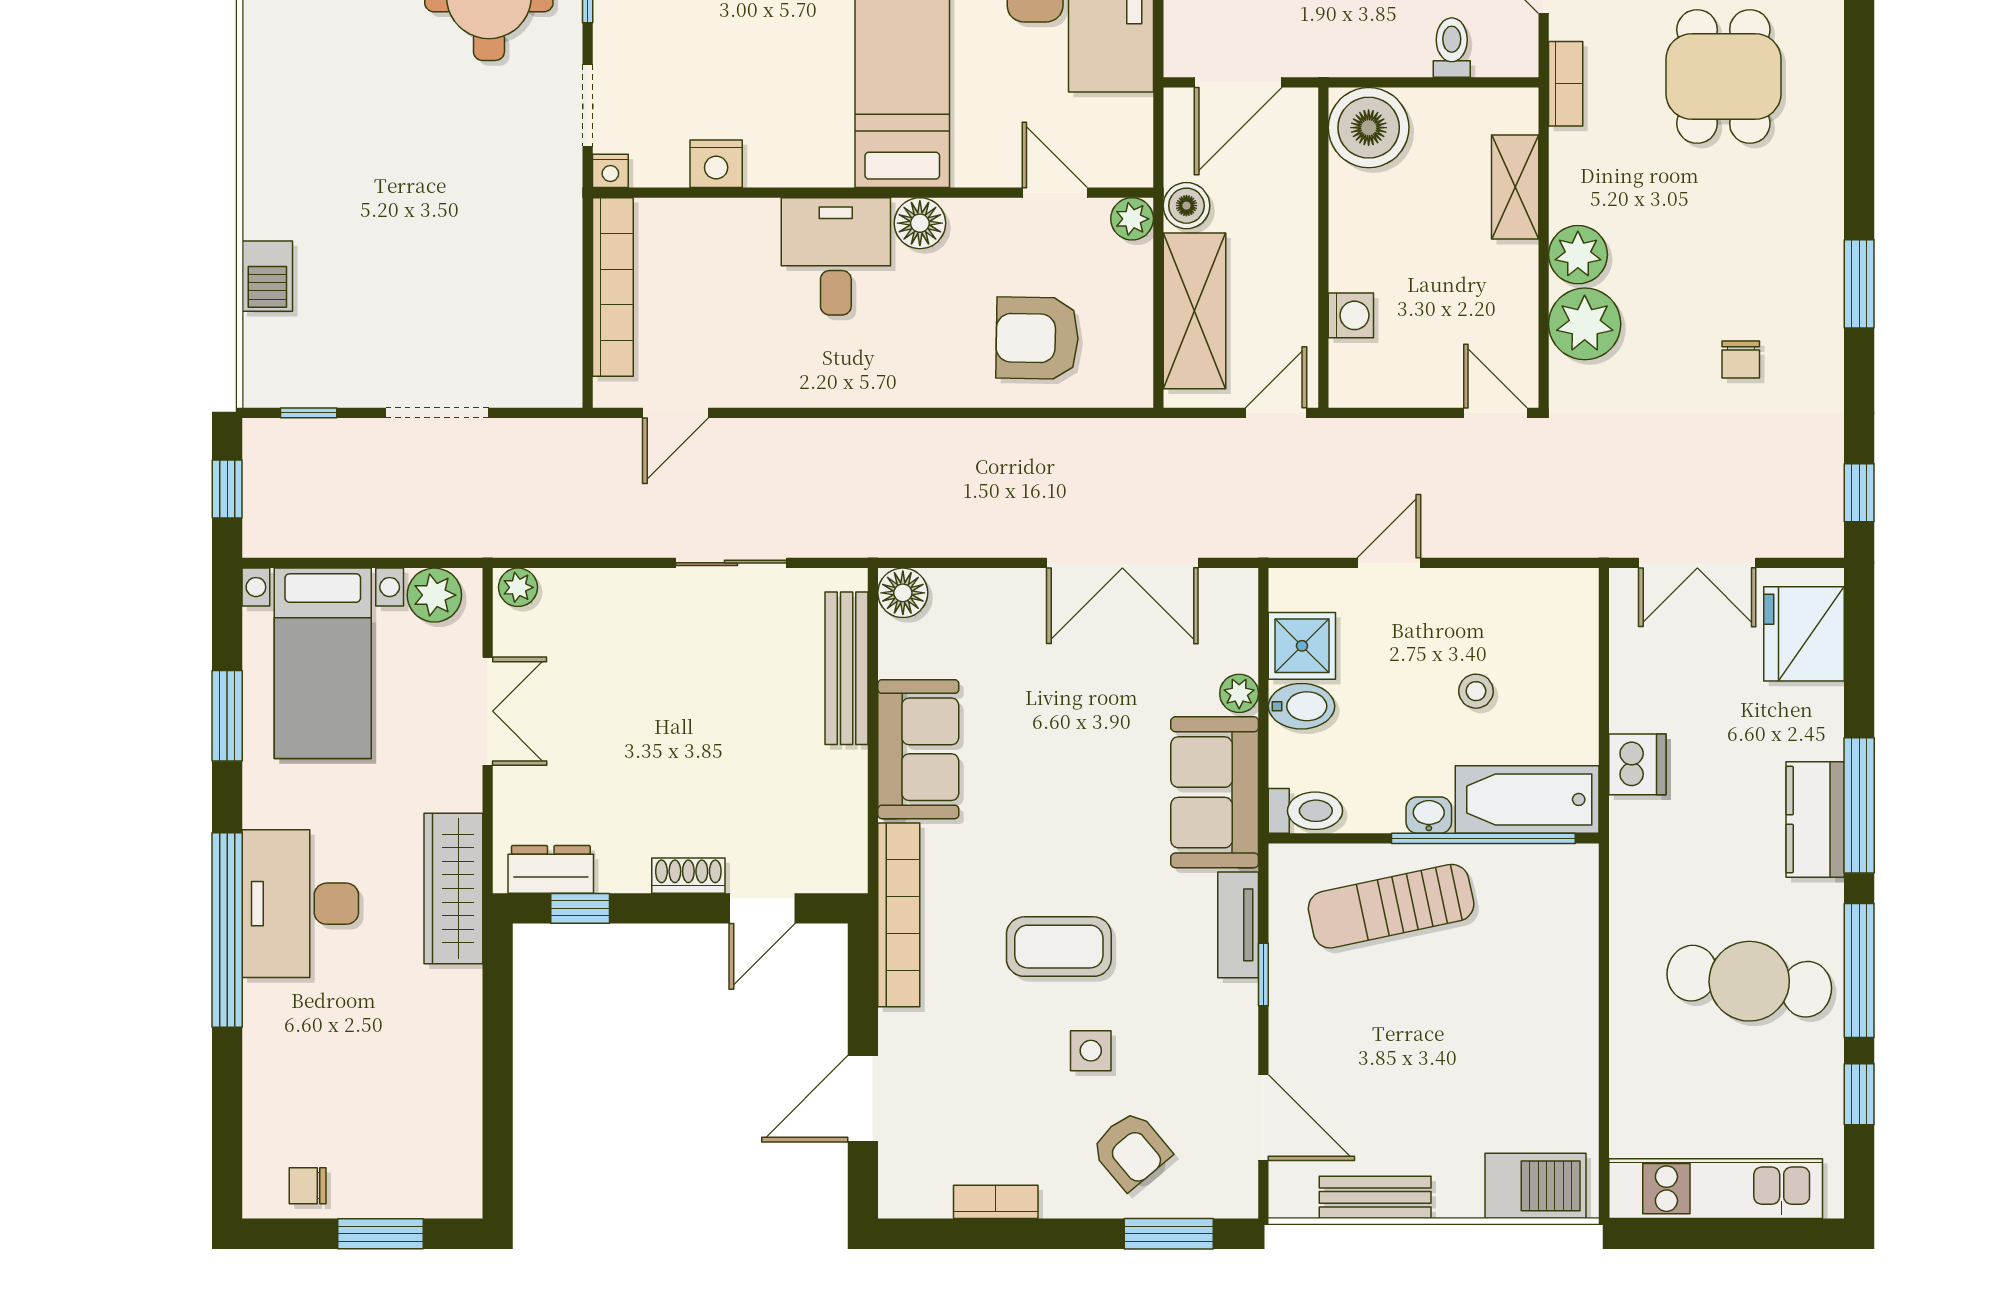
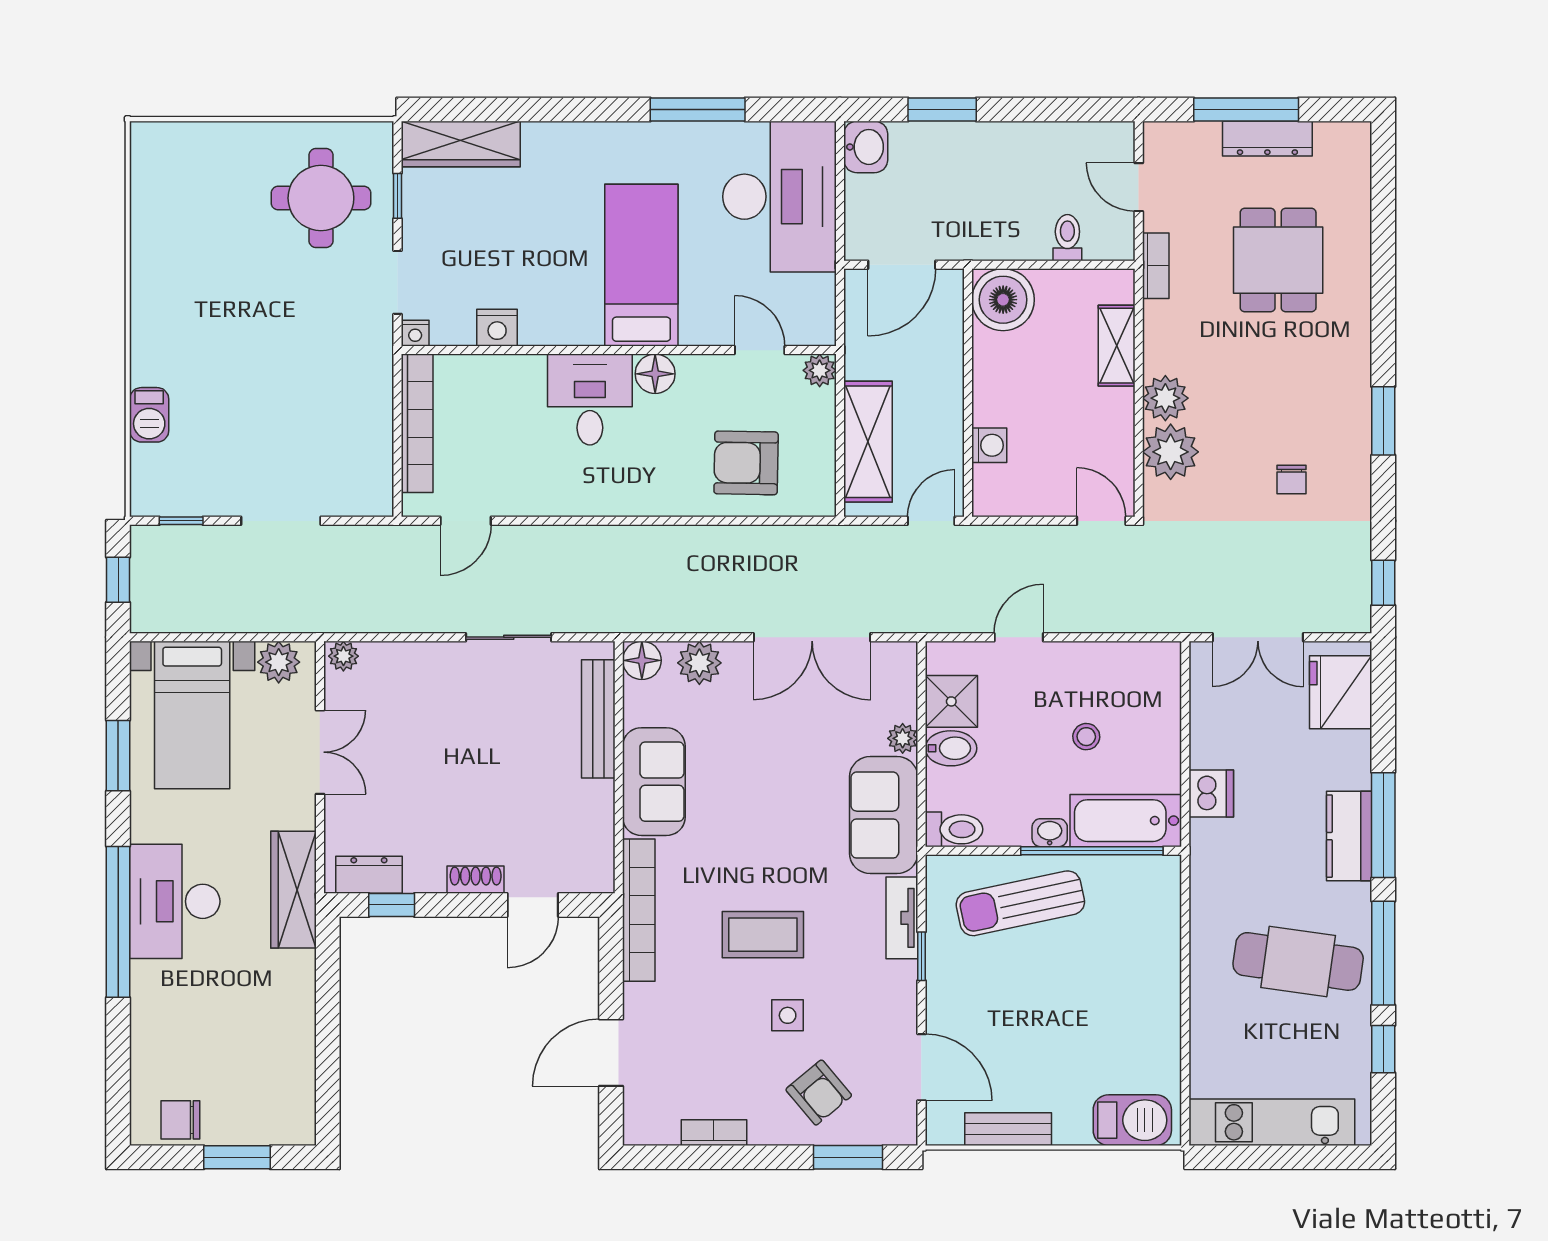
boiler: (1186, 206) -> (862, 360), removed
plant: (977, 596) -> (699, 663), added
chair: (308, 1186) -> (180, 1120), width x1.37, depth x1.37

